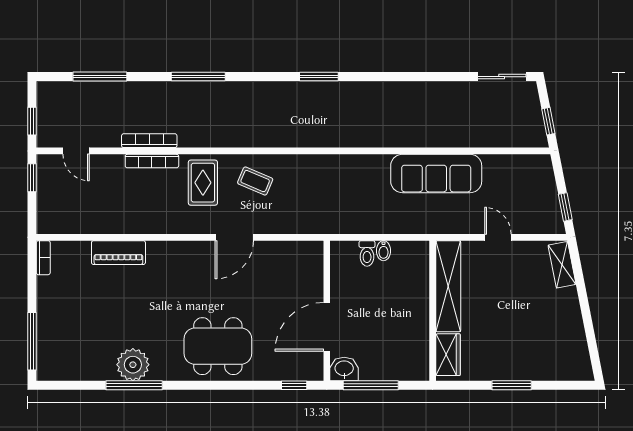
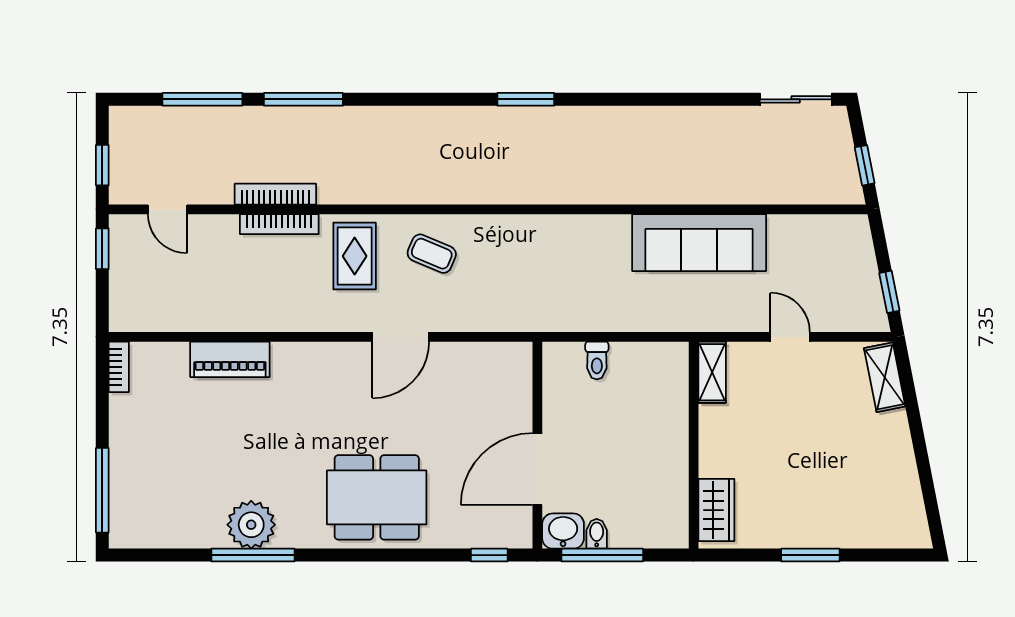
window: (198, 77) -> (303, 99), moved
bidet: (384, 251) -> (597, 534), moved, turned 180
shelving: (448, 286) -> (712, 372), width x0.45, depth x0.75

